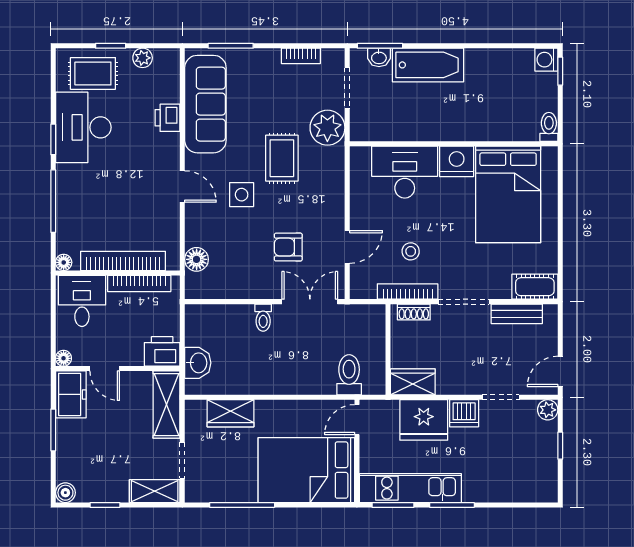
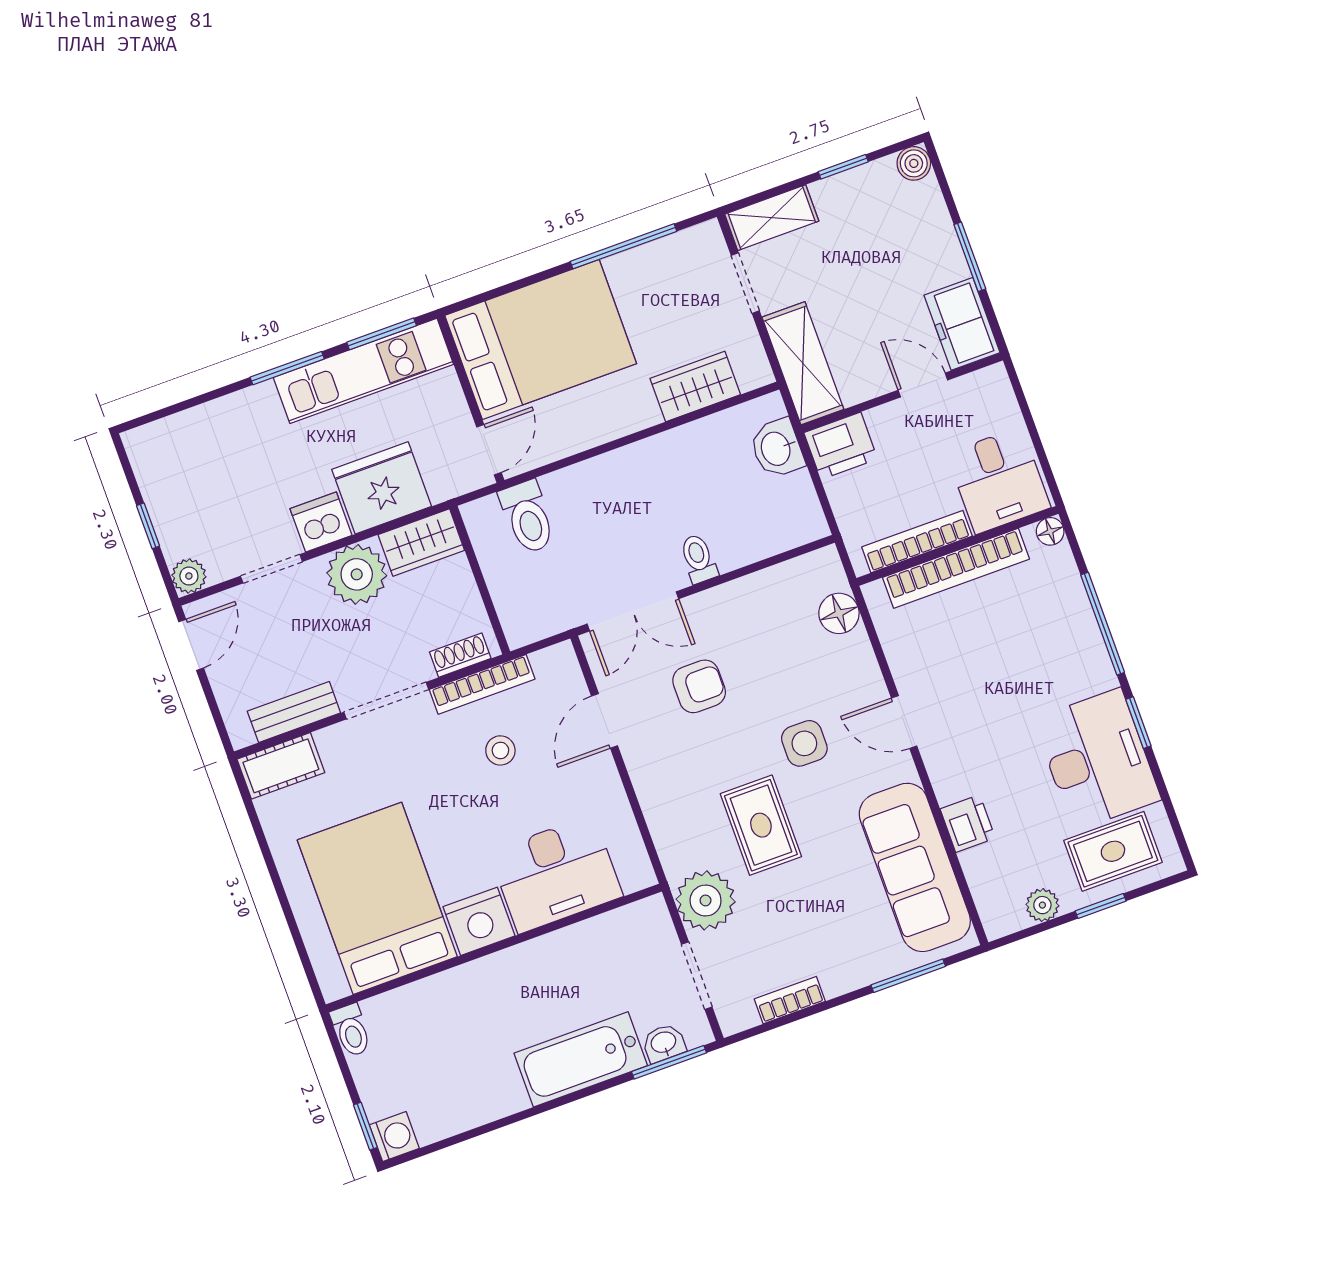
floor lamp: (64, 358) -> (995, 378), removed
plant: (455, 377) -> (357, 574), added

